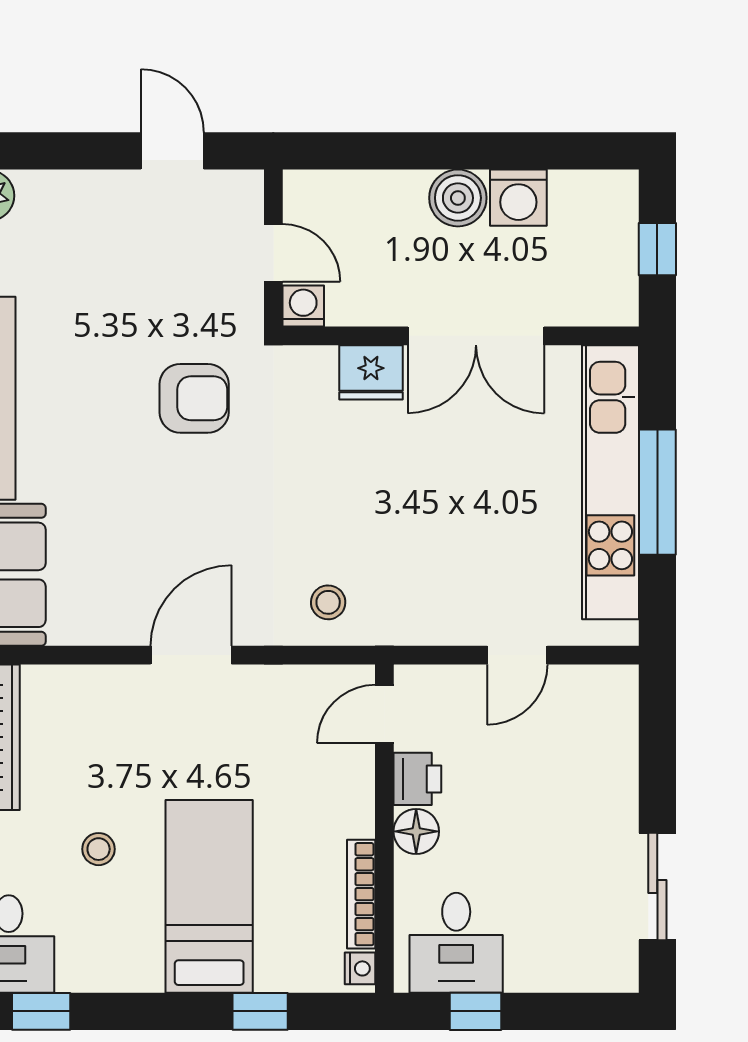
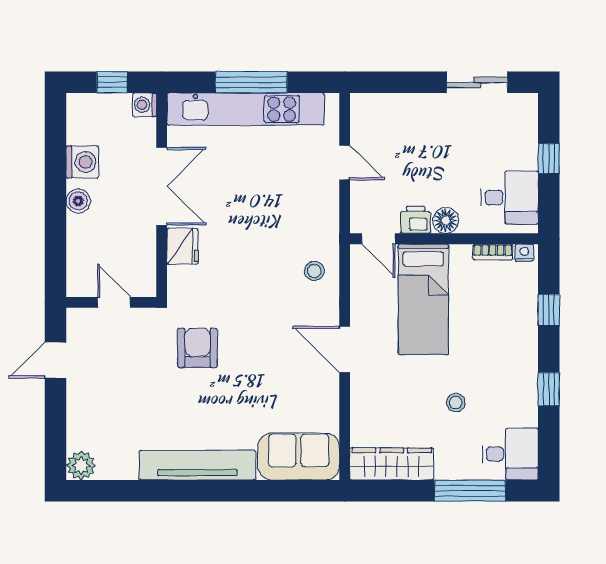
boiler: (458, 198) -> (78, 201), width x0.73, depth x0.73
door: (273, 253) -> (114, 302), hinge flipped
washing machine: (303, 306) -> (144, 105), moved
bookcase: (361, 894) -> (493, 252), width x0.64
bed: (209, 896) -> (423, 299), moved, turned -90
window: (41, 1011) -> (549, 389), moved
window: (475, 1011) -> (549, 159), moved

